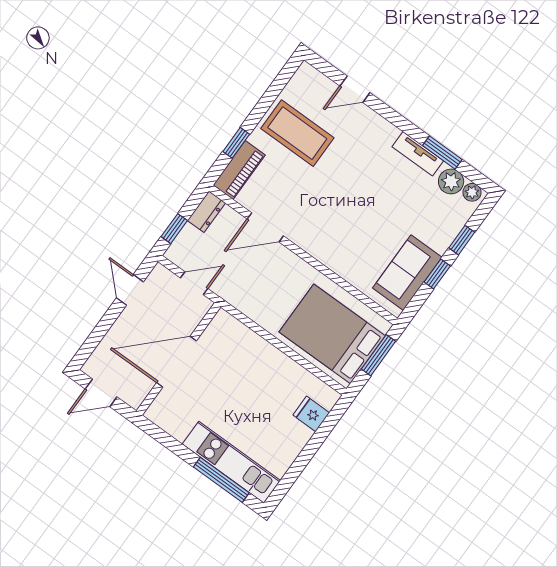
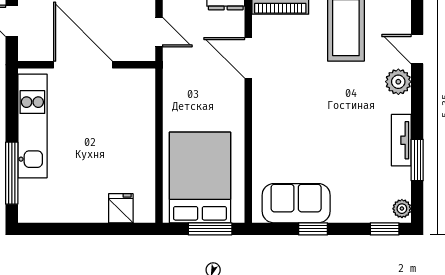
plant: (451, 181) -> (398, 82), moved
window: (462, 240) -> (385, 229), moved
kitchen unit: (231, 462) -> (32, 126), moved

